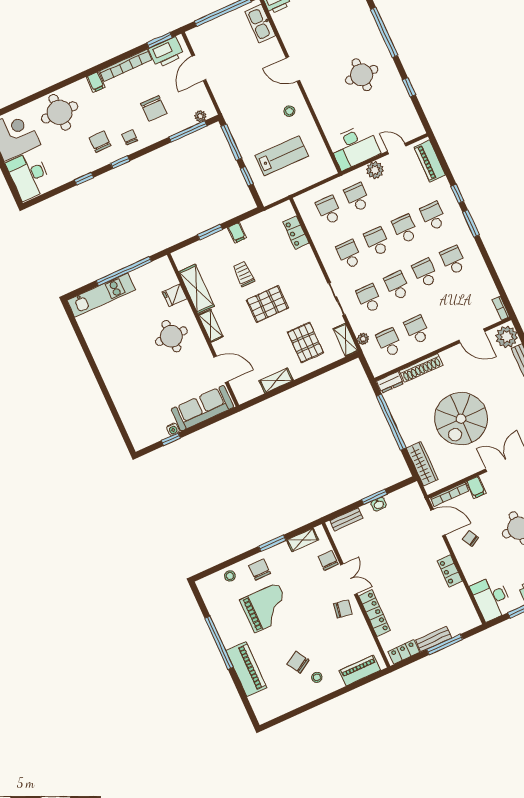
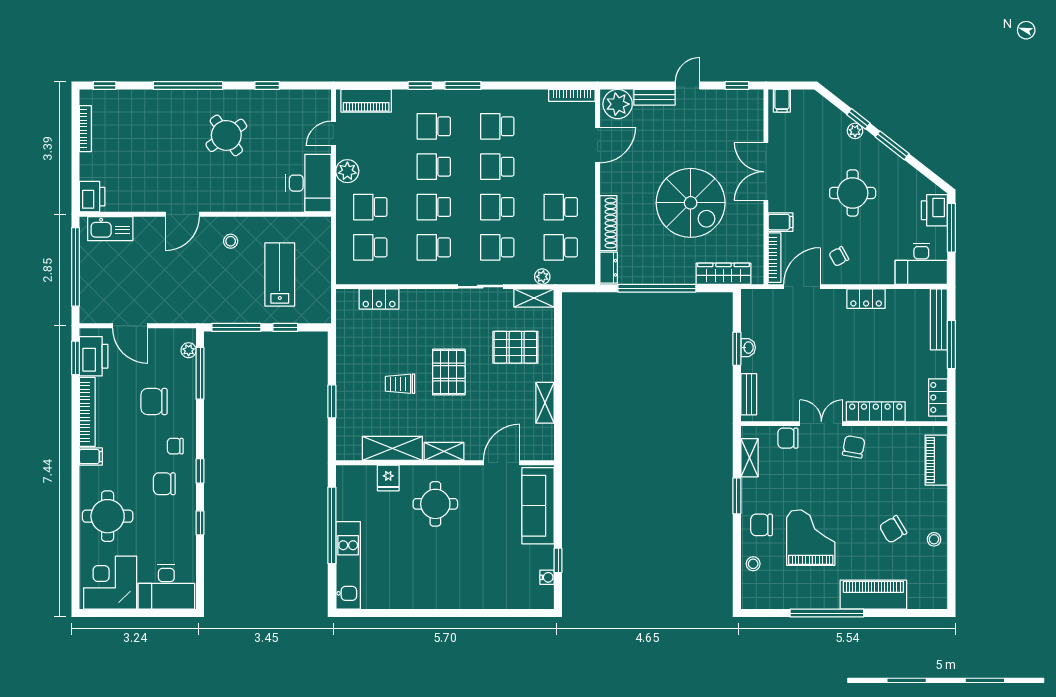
round table: (362, 75) -> (226, 135), turned -35
chair: (154, 108) -> (154, 401), turned 180
filing cabinet: (237, 233) -> (347, 370), removed
bookcase: (501, 308) -> (572, 95), width x1.56
water cooler: (173, 429) -> (547, 577), moved
bench: (434, 639) -> (939, 319), moved, width x1.36
stool: (317, 677) -> (934, 539), moved

